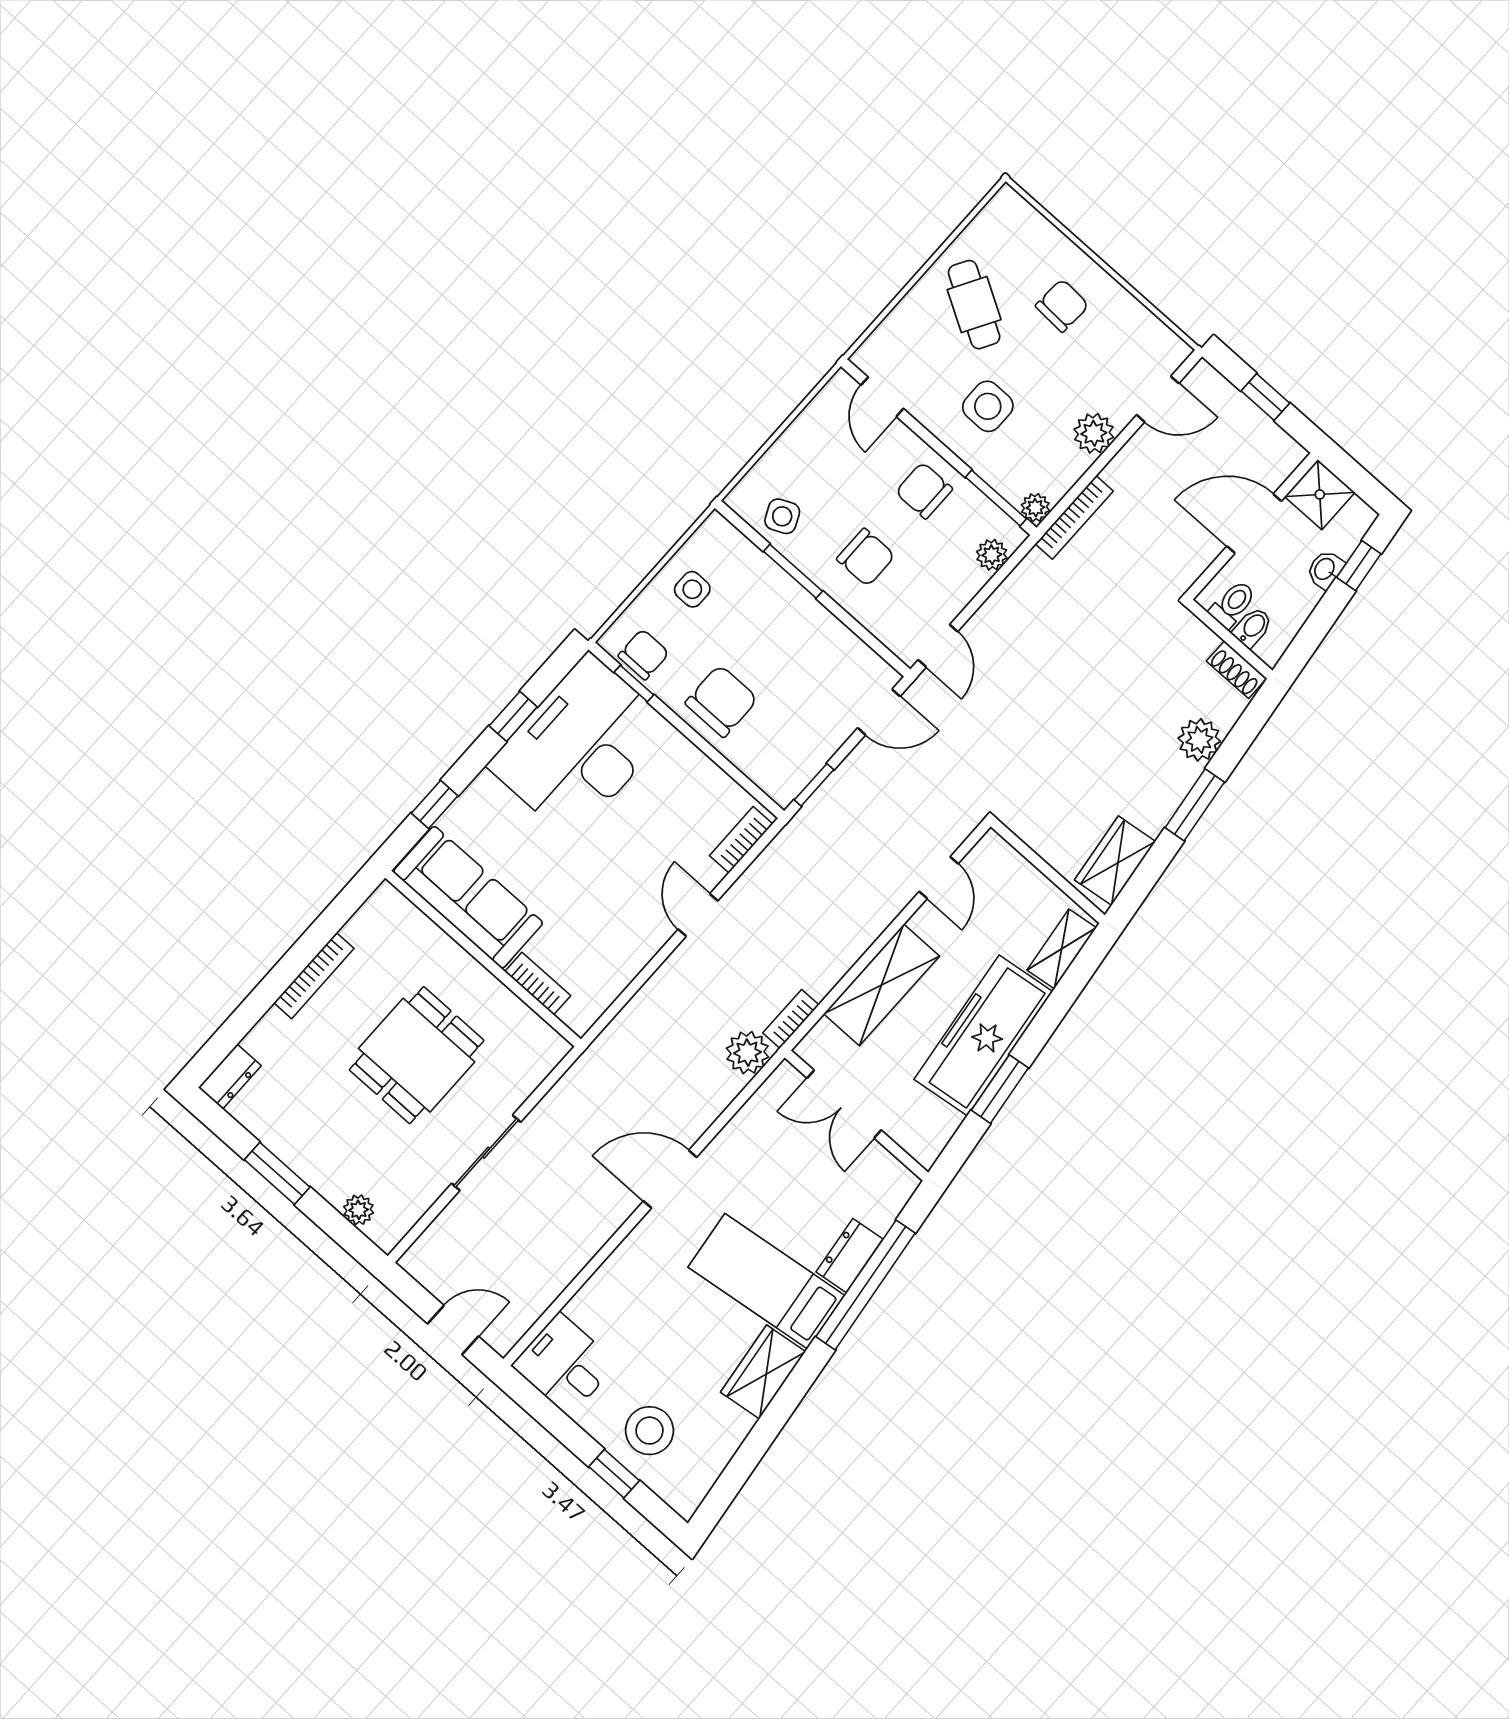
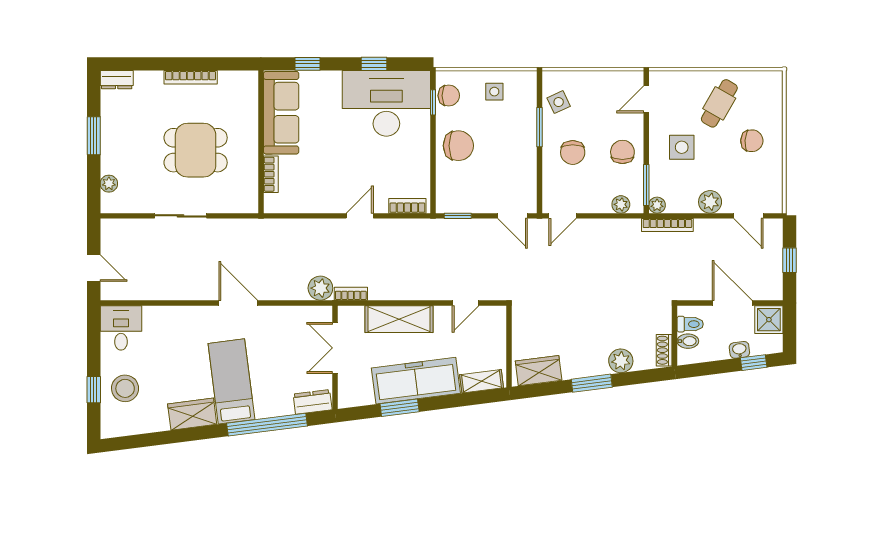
dresser: (849, 1255) -> (313, 402), moved

